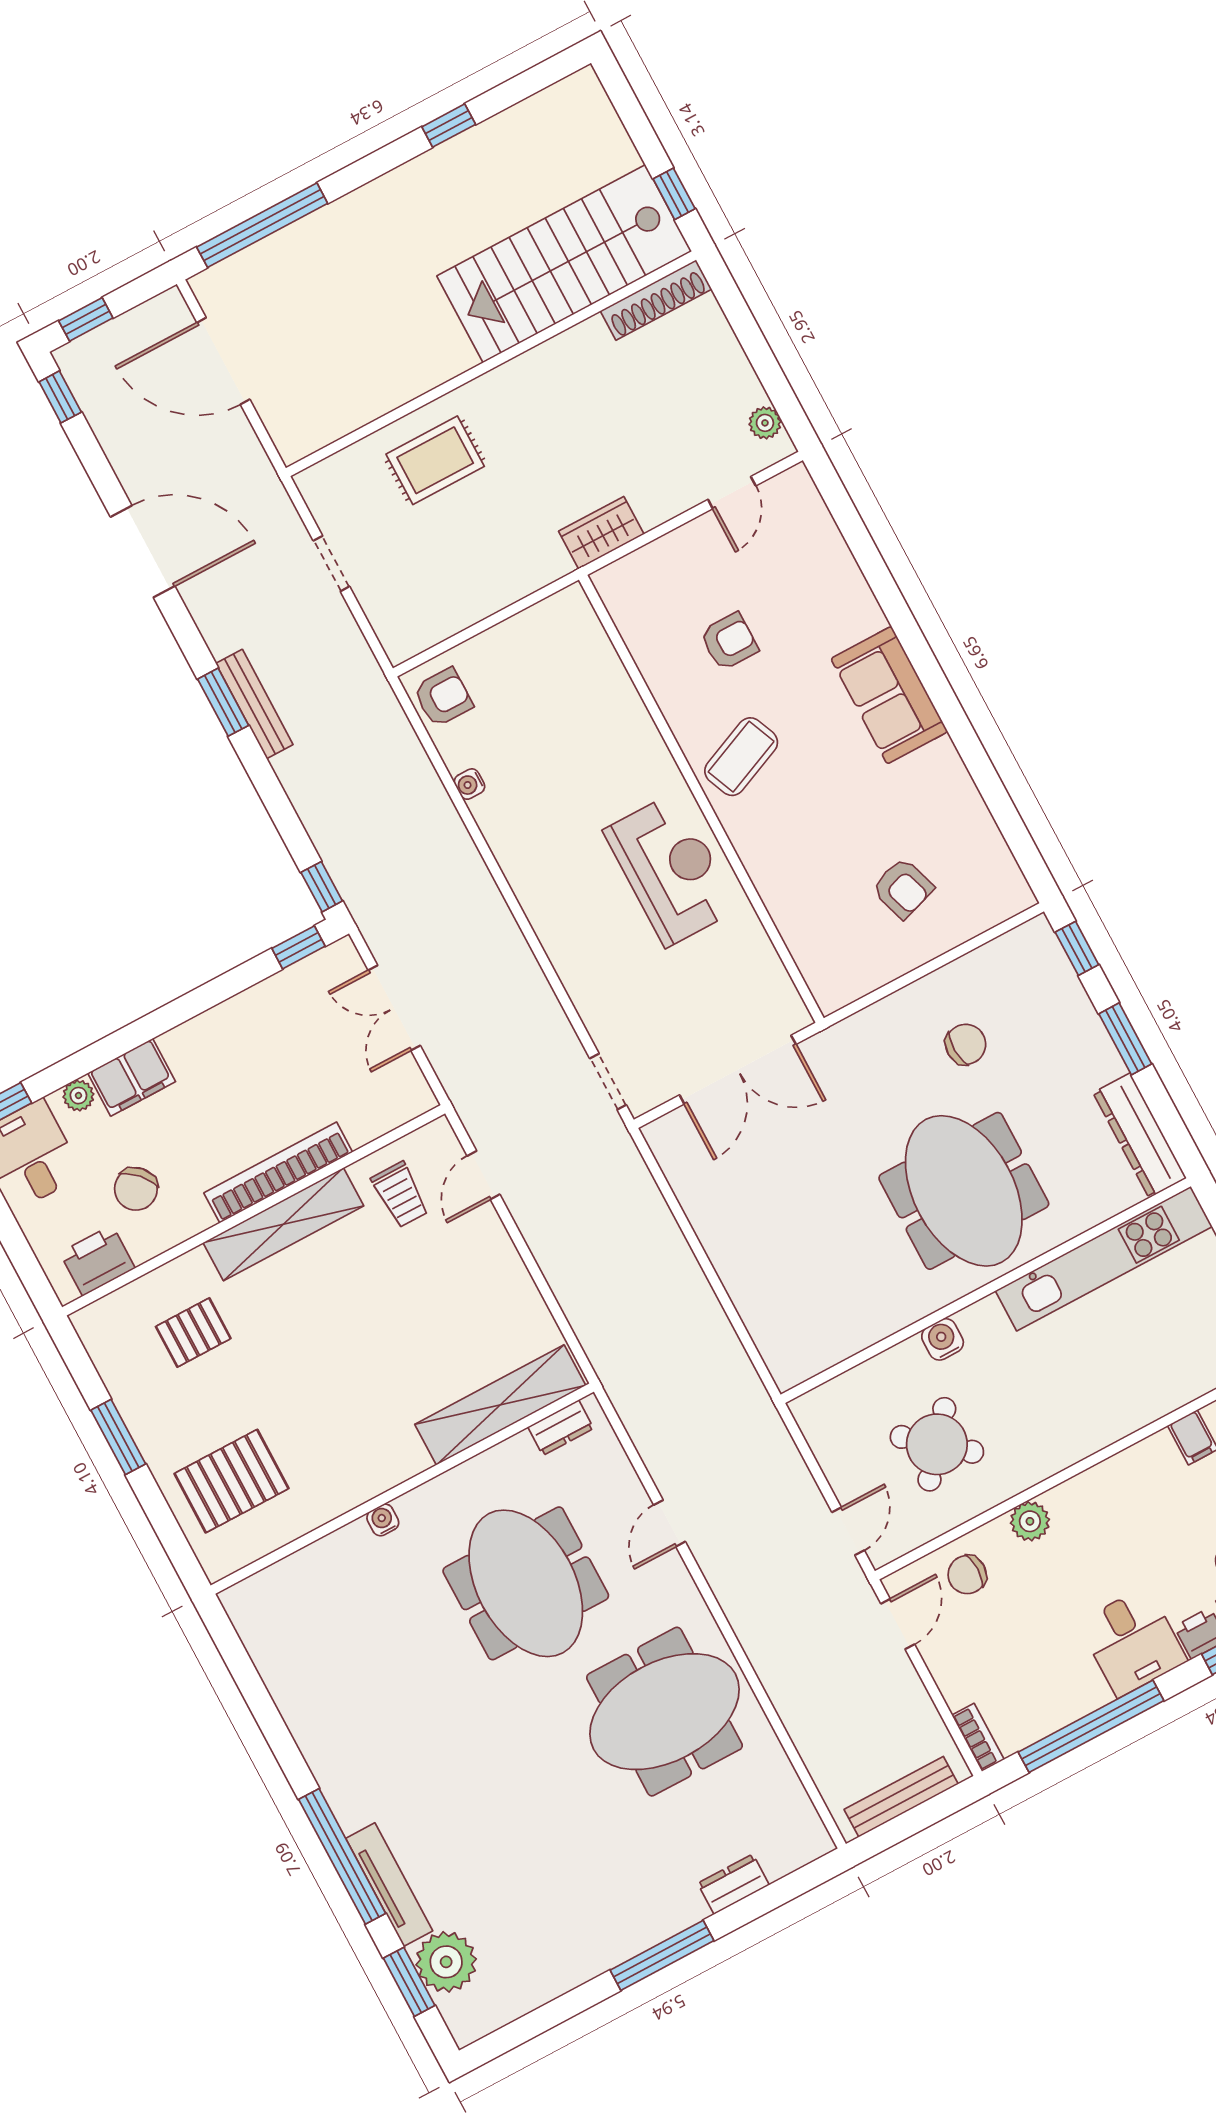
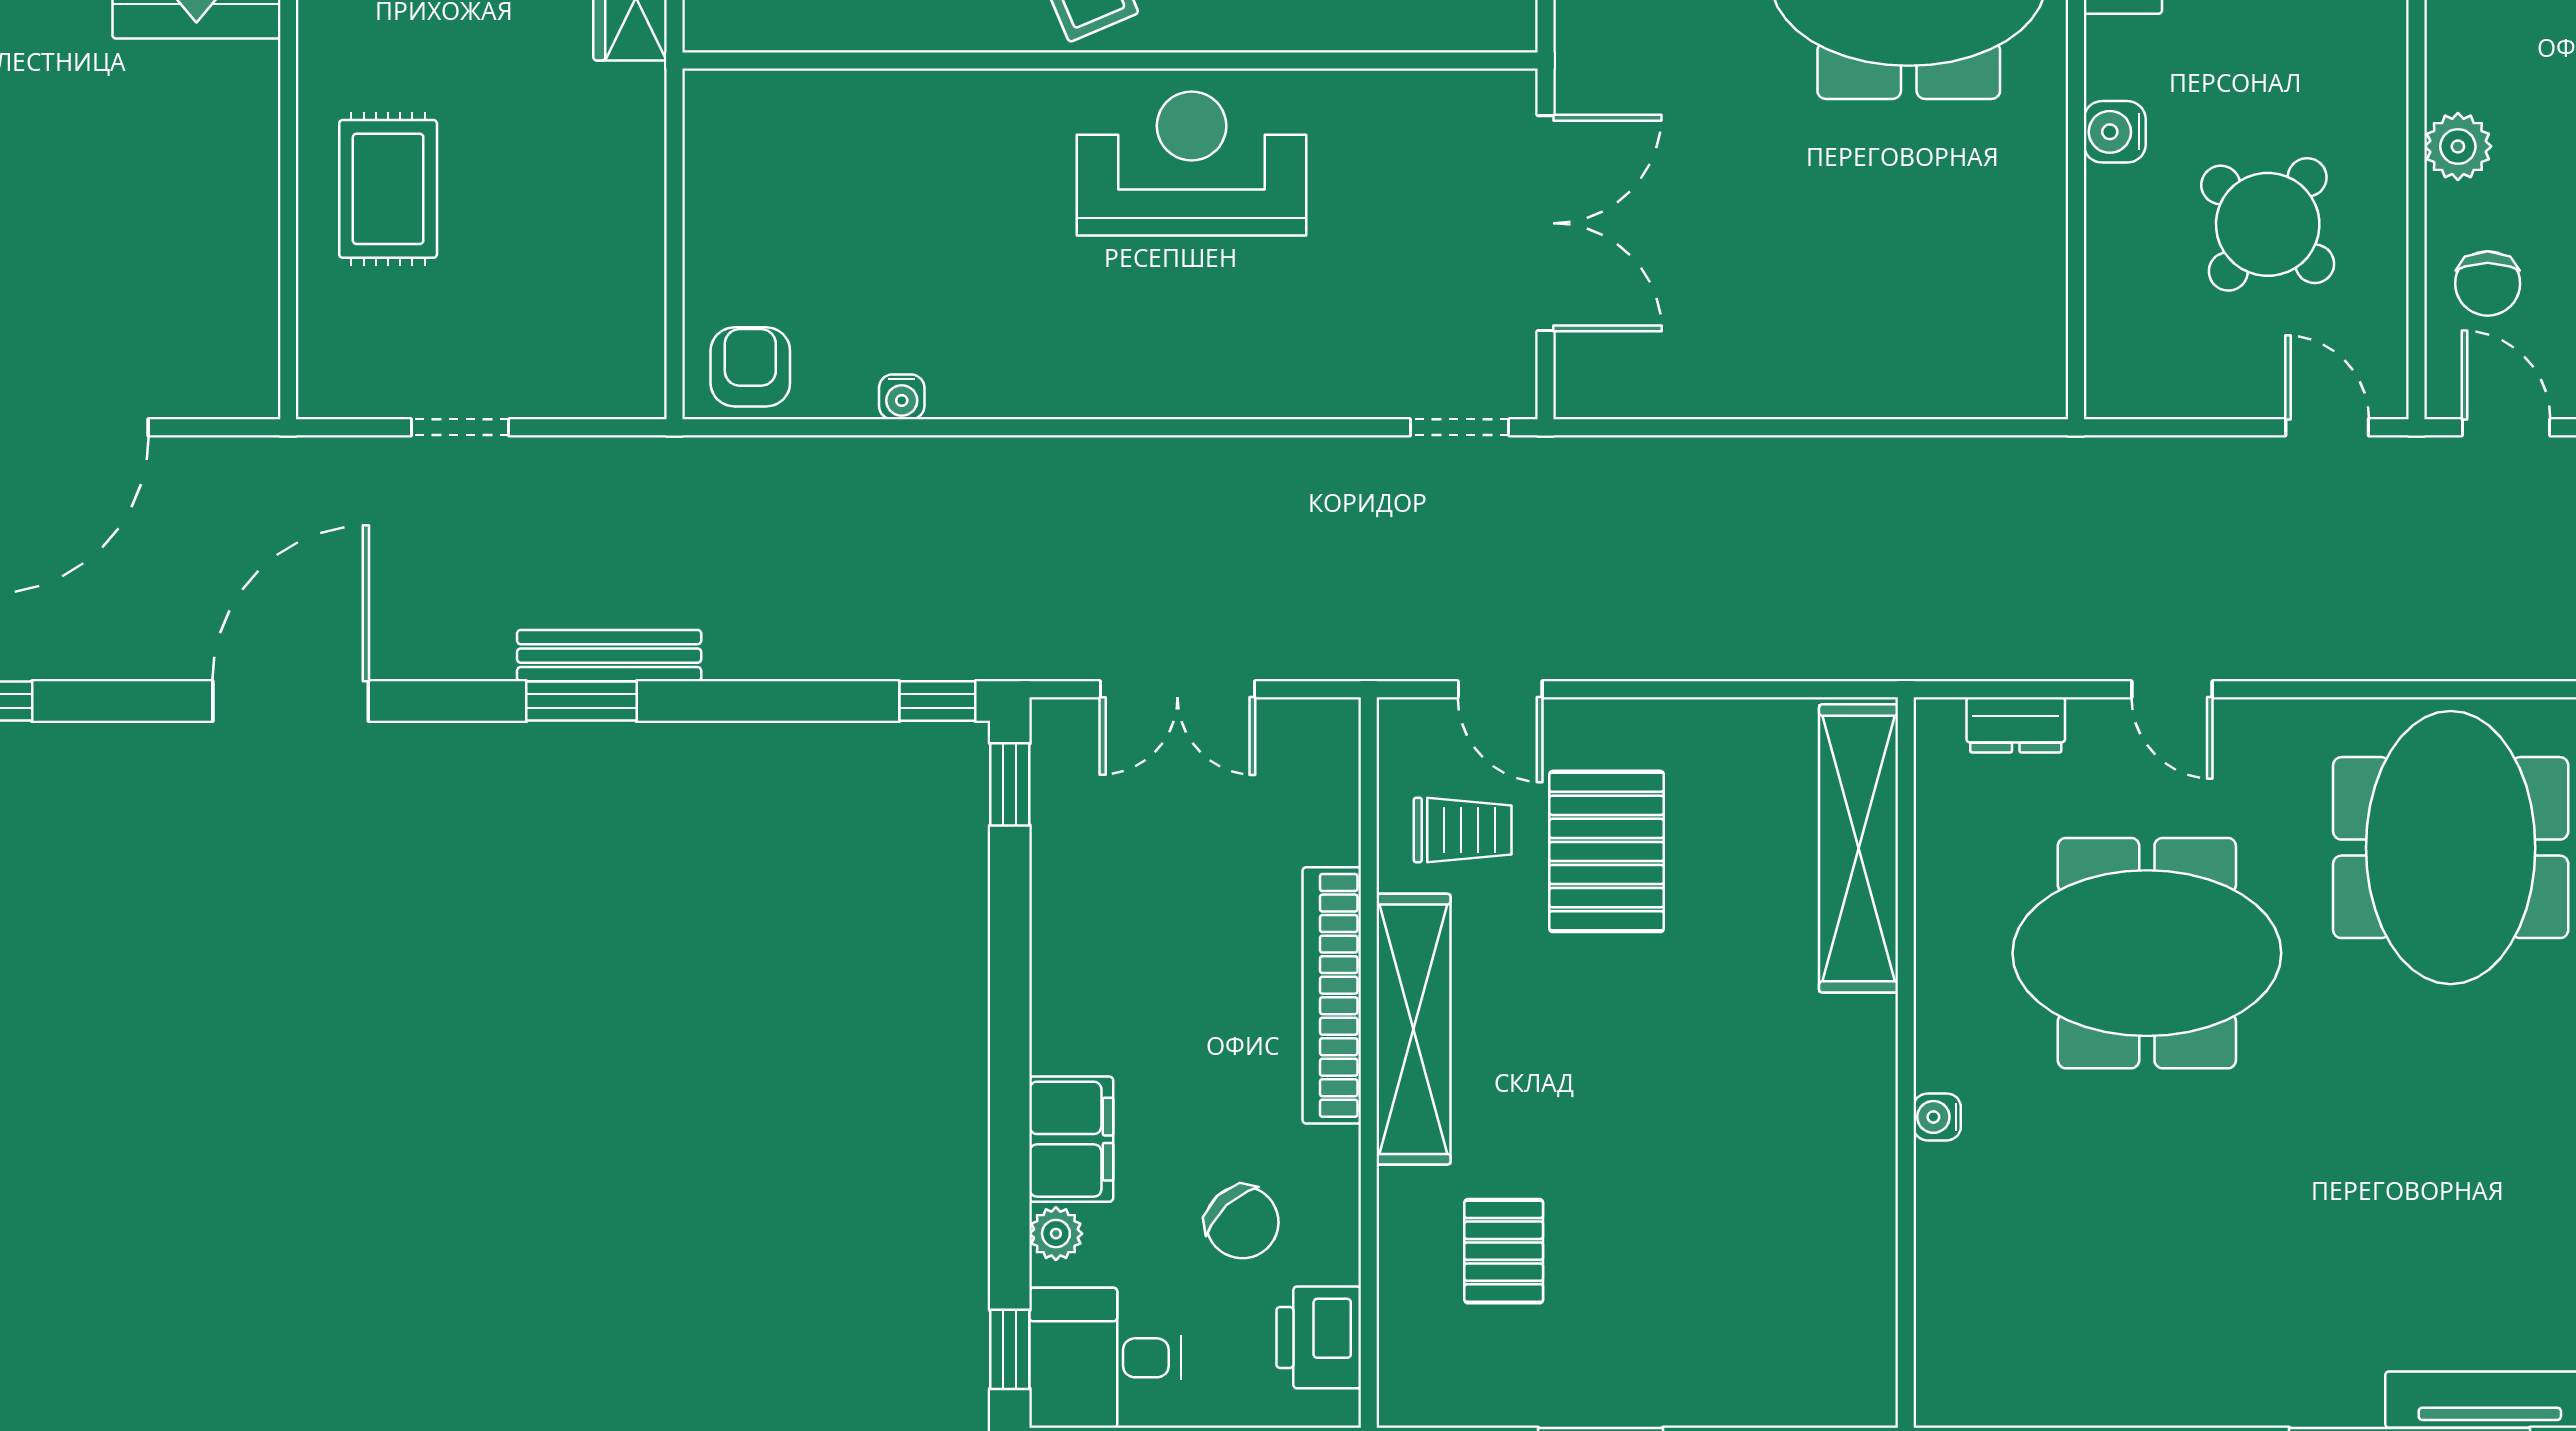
dresser: (561, 1428) -> (2016, 725), moved, turned 90
pallet: (232, 1481) -> (1607, 851), moved

